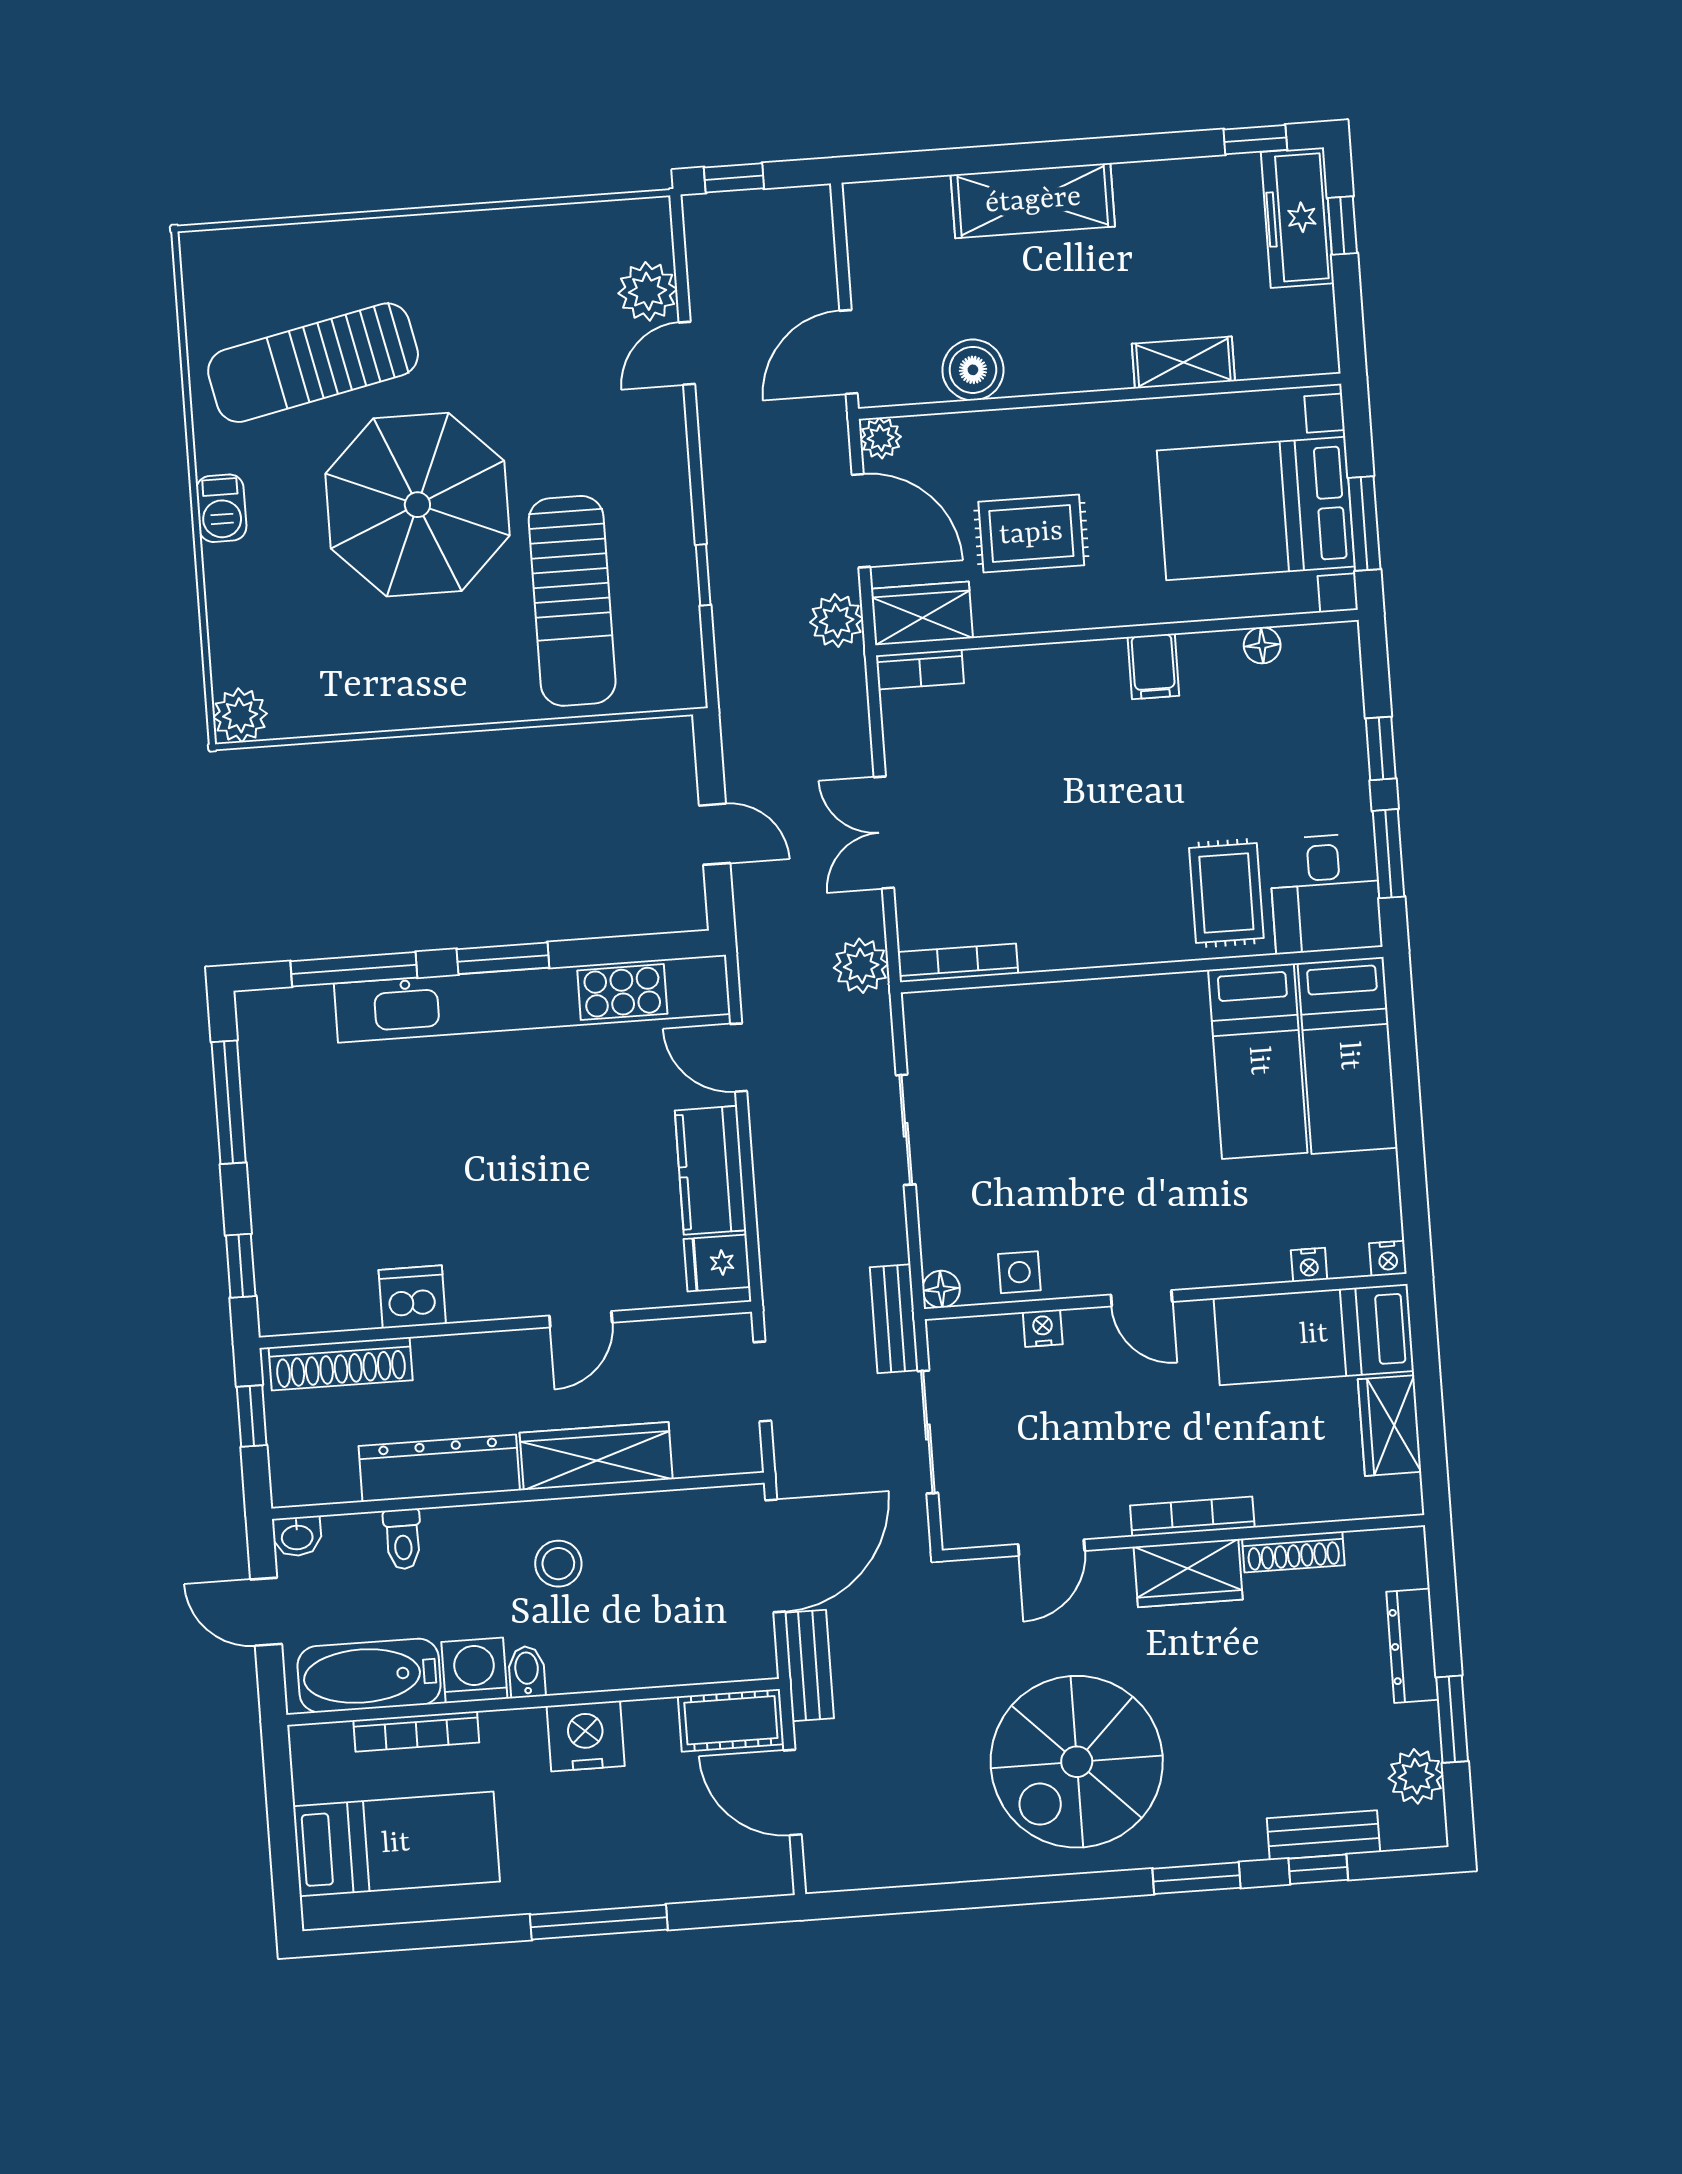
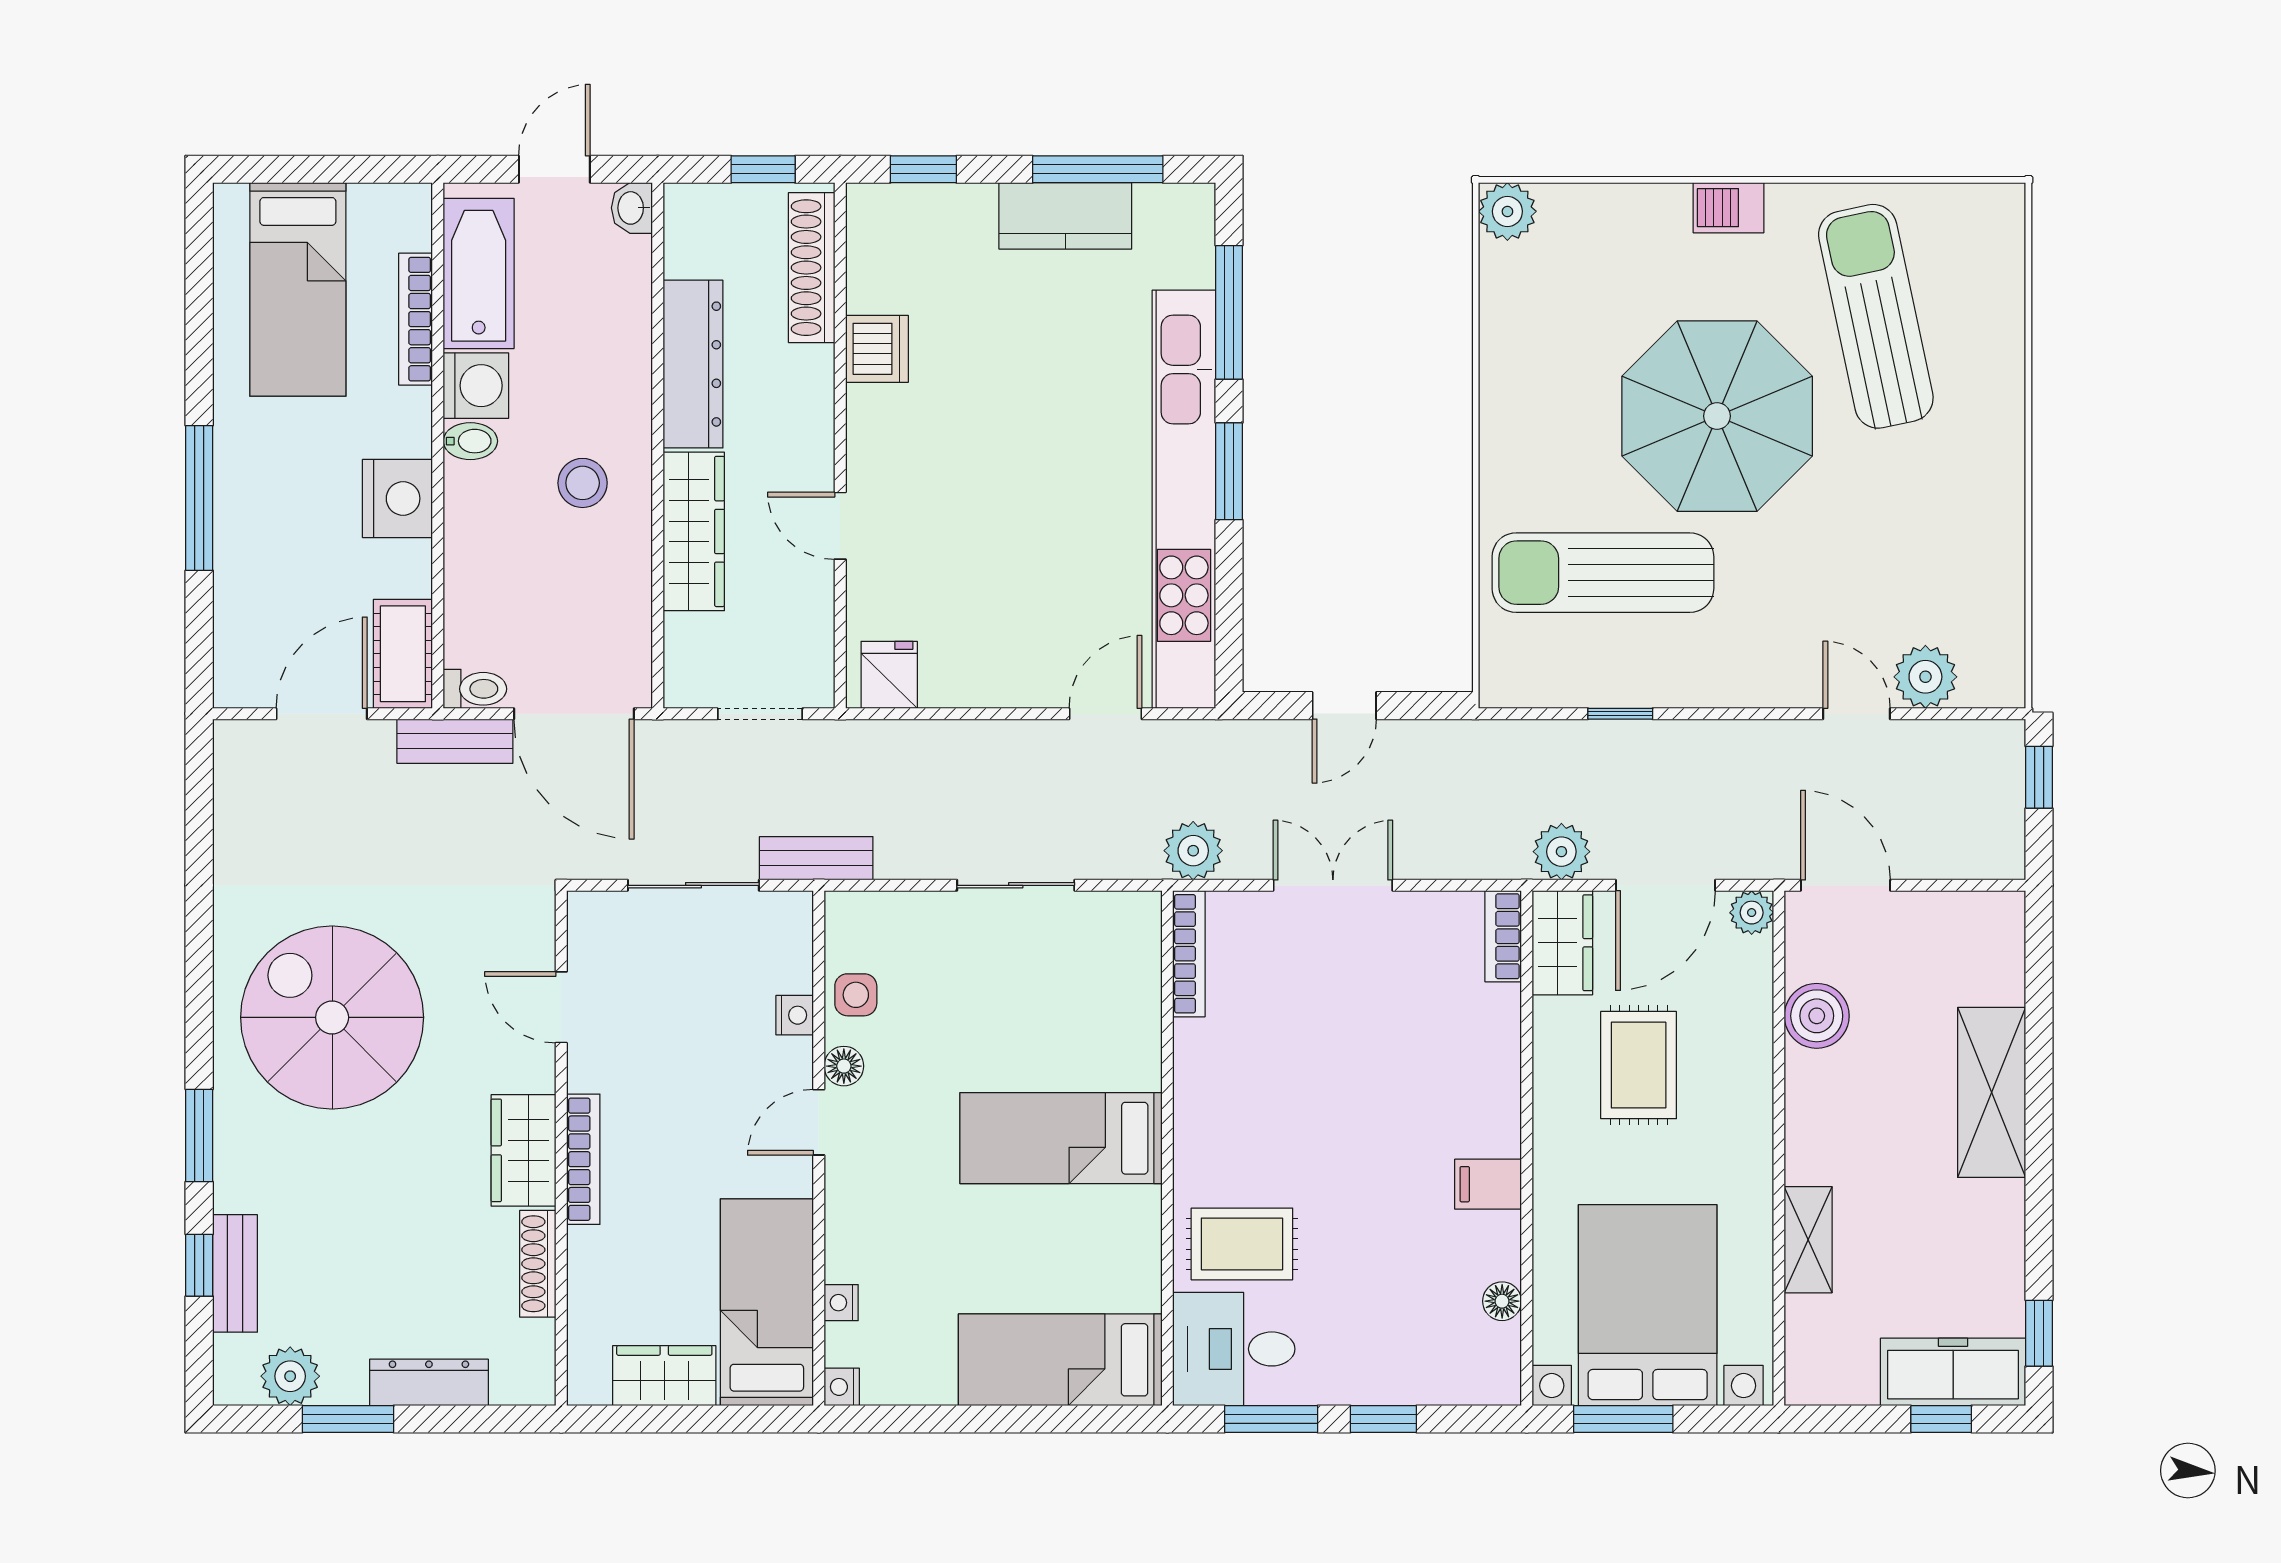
bed: (1258, 1061) -> (1061, 1138), moved
kitchen counter: (711, 1170) -> (1065, 216), moved, turned 180
floor lamp: (941, 1289) -> (844, 1066), moved
toilet: (403, 1539) -> (475, 689), moved, turned 180

